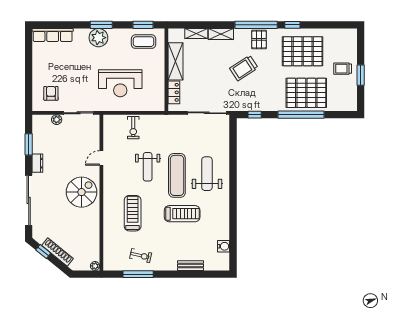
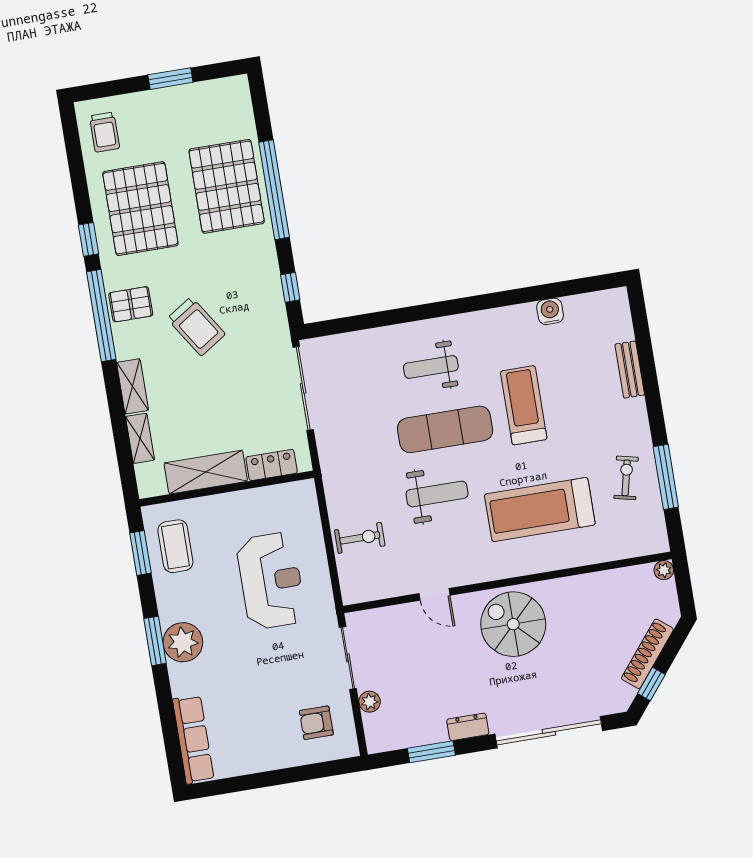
trolley: (343, 69) -> (104, 132), moved
weight bench: (207, 174) -> (431, 367), width x0.73, depth x0.75
treadmill: (133, 213) -> (540, 510), width x1.37, depth x1.38
water cooler: (224, 246) -> (550, 311), moved

